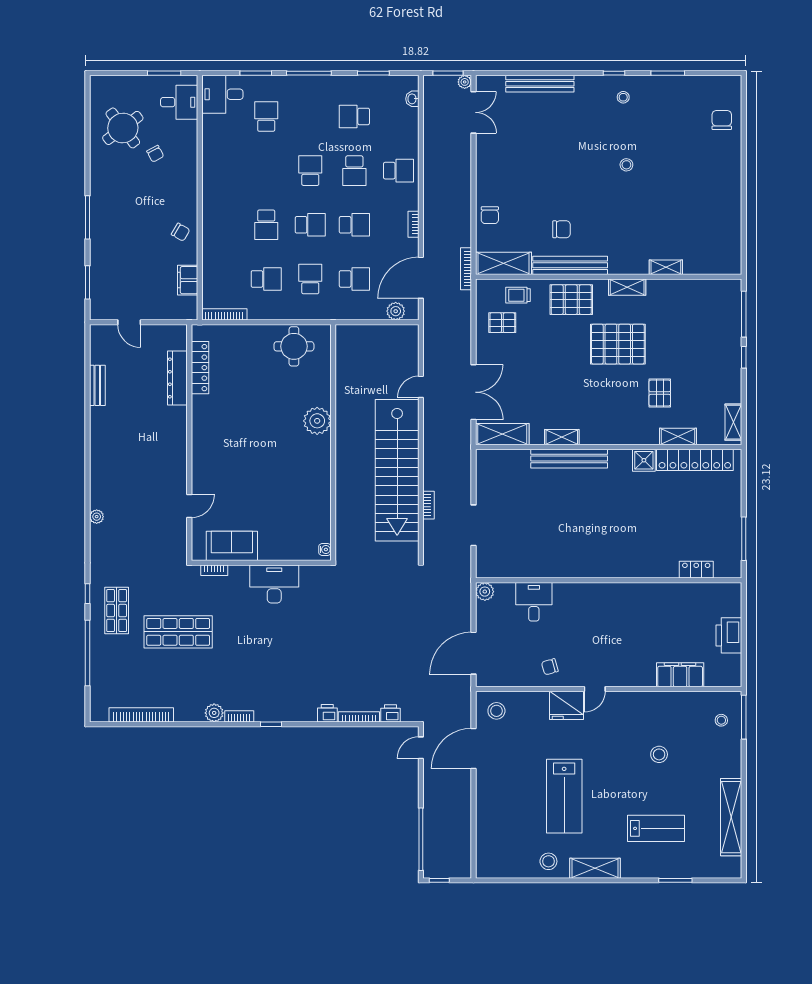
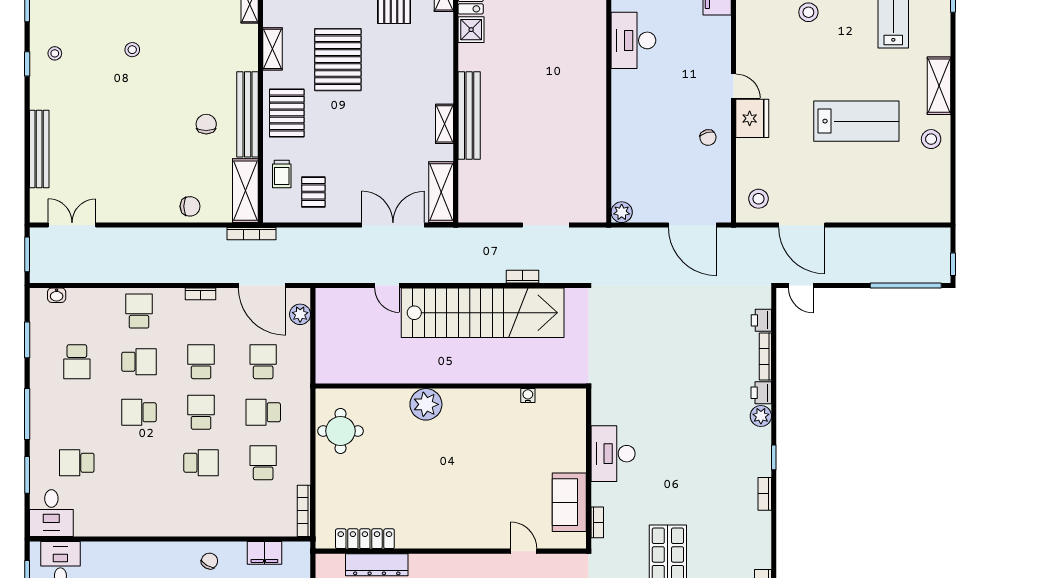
plant: (465, 82) -> (37, 235), removed
water cooler: (325, 549) -> (528, 396), moved
desk: (534, 602) -> (633, 40), moved, width x1.37
plant: (214, 713) -> (761, 416), moved

